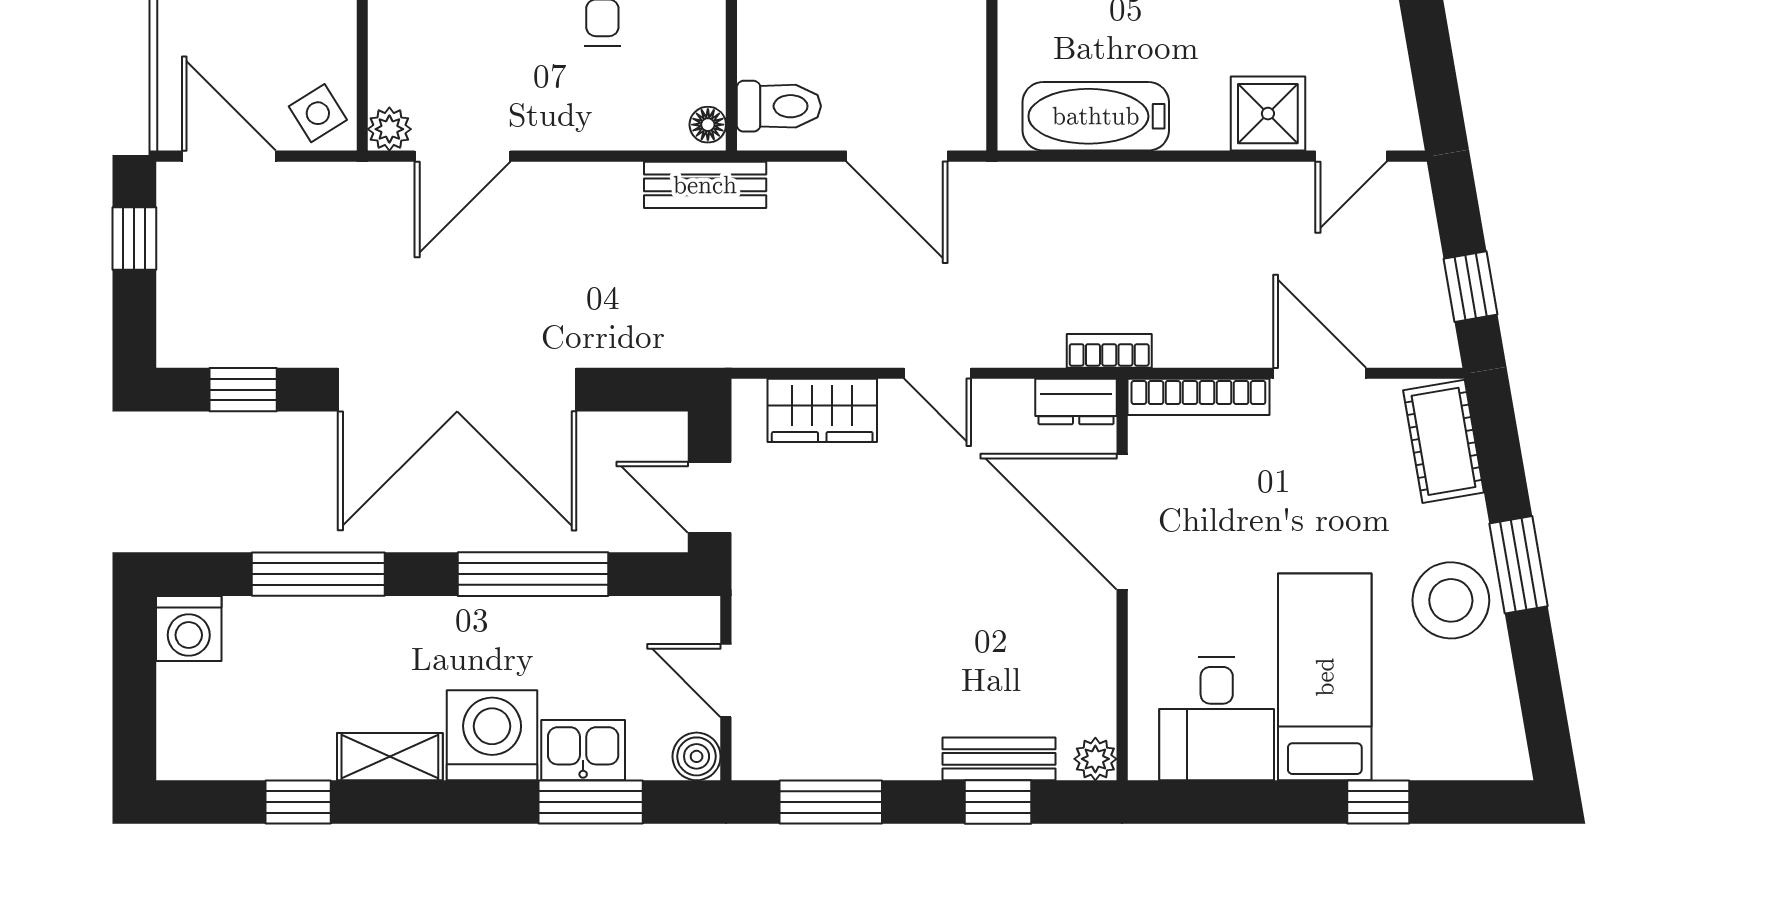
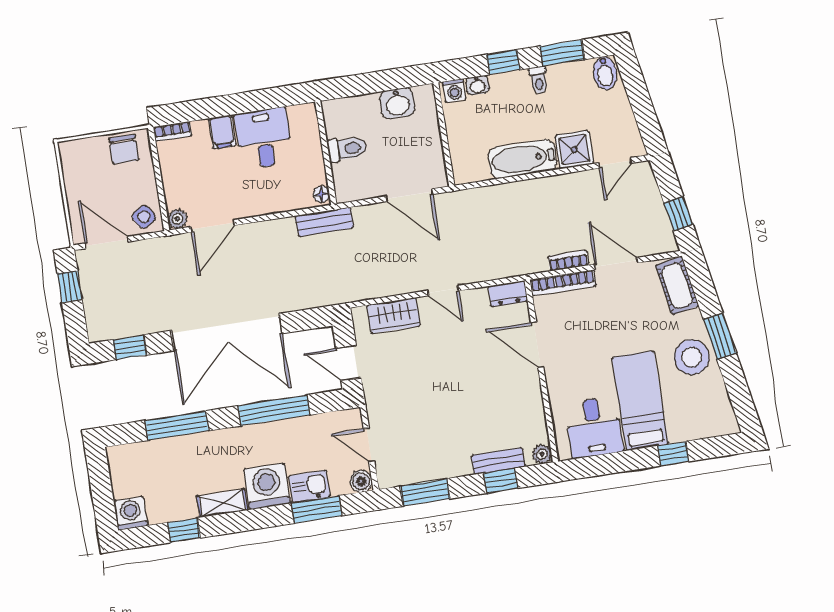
toilet: (779, 106) -> (347, 149), moved
bathtub: (1096, 116) -> (523, 159), moved
bookcase: (1109, 351) -> (568, 261), moved
door: (1122, 522) -> (537, 345), width x0.73
washing machine: (189, 628) -> (131, 513), moved, turned 180

